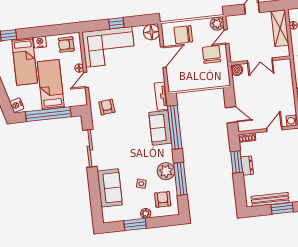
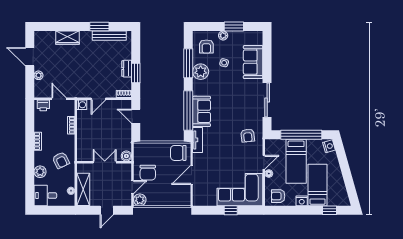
floor lamp: (151, 32) -> (200, 199), removed
chair: (183, 35) -> (178, 153), moved, turned 180
armchair: (66, 45) -> (278, 196), turned 180

